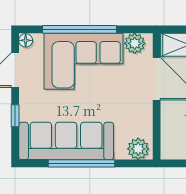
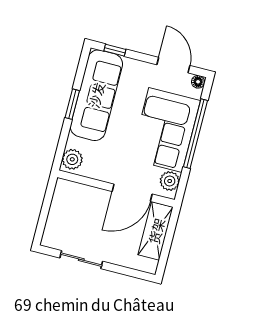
window: (15, 116) -> (115, 50), moved
window: (81, 163) -> (72, 104), width x0.47

